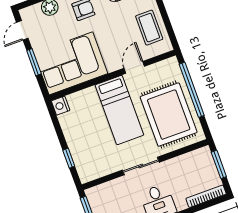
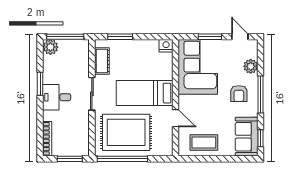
window: (192, 90) -> (122, 159), moved
window: (69, 158) -> (120, 37), width x1.50
cot: (102, 168) -> (102, 61), added

